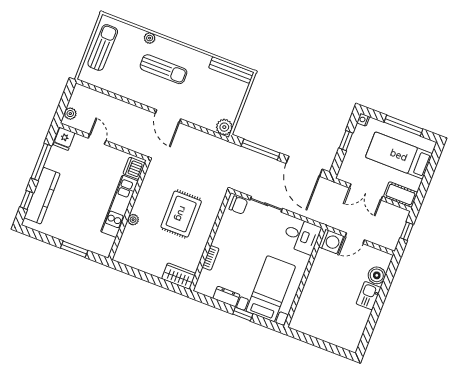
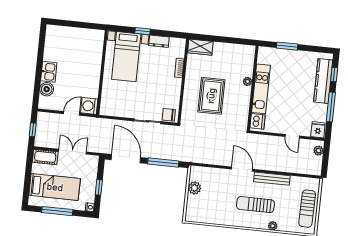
bench: (231, 70) -> (272, 179), moved
plant: (224, 127) -> (194, 188), moved
desk: (302, 236) -> (113, 104), removed

